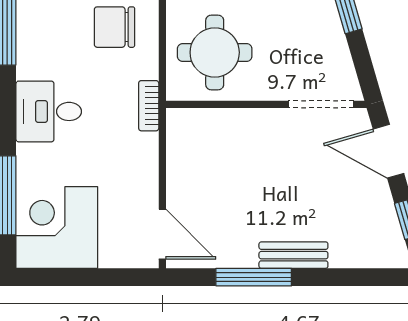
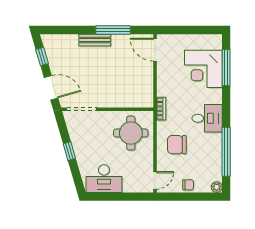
chair: (115, 27) -> (177, 145), turned 180
desk: (49, 111) -> (207, 118), moved
corner desk: (57, 227) -> (203, 69), moved, turned 90

